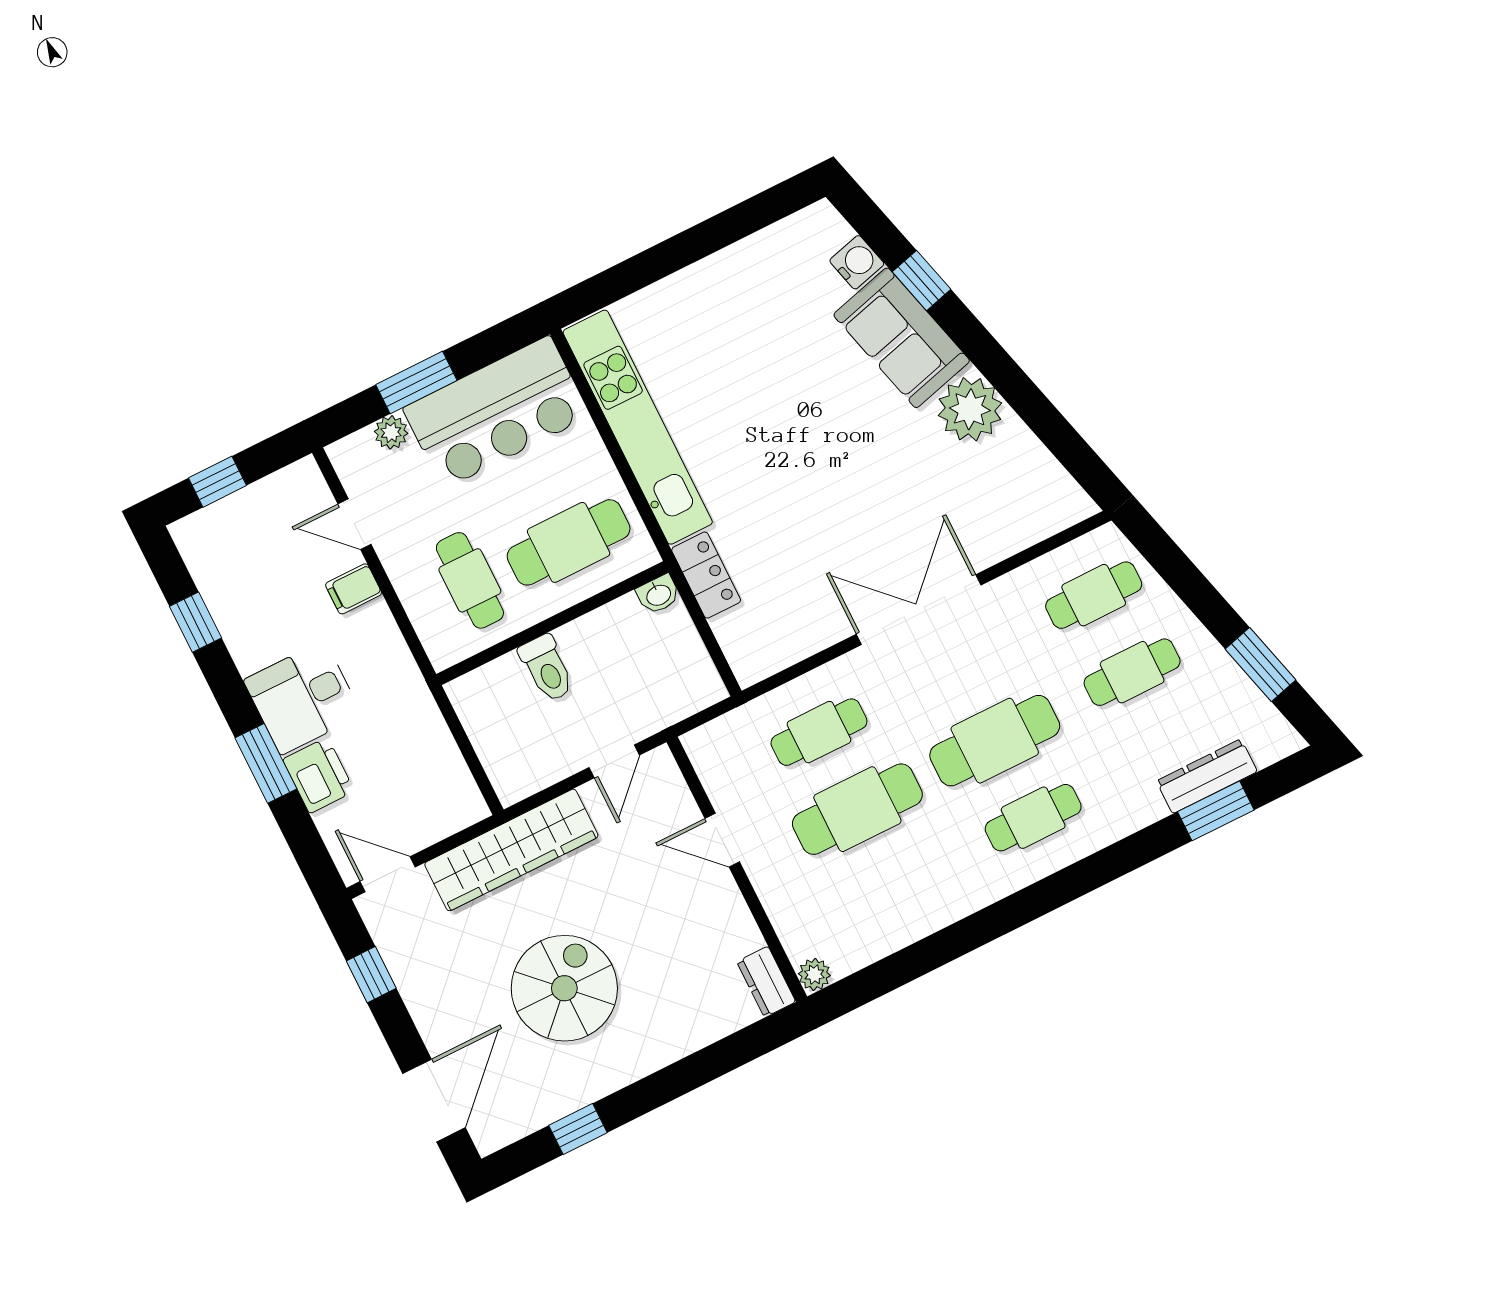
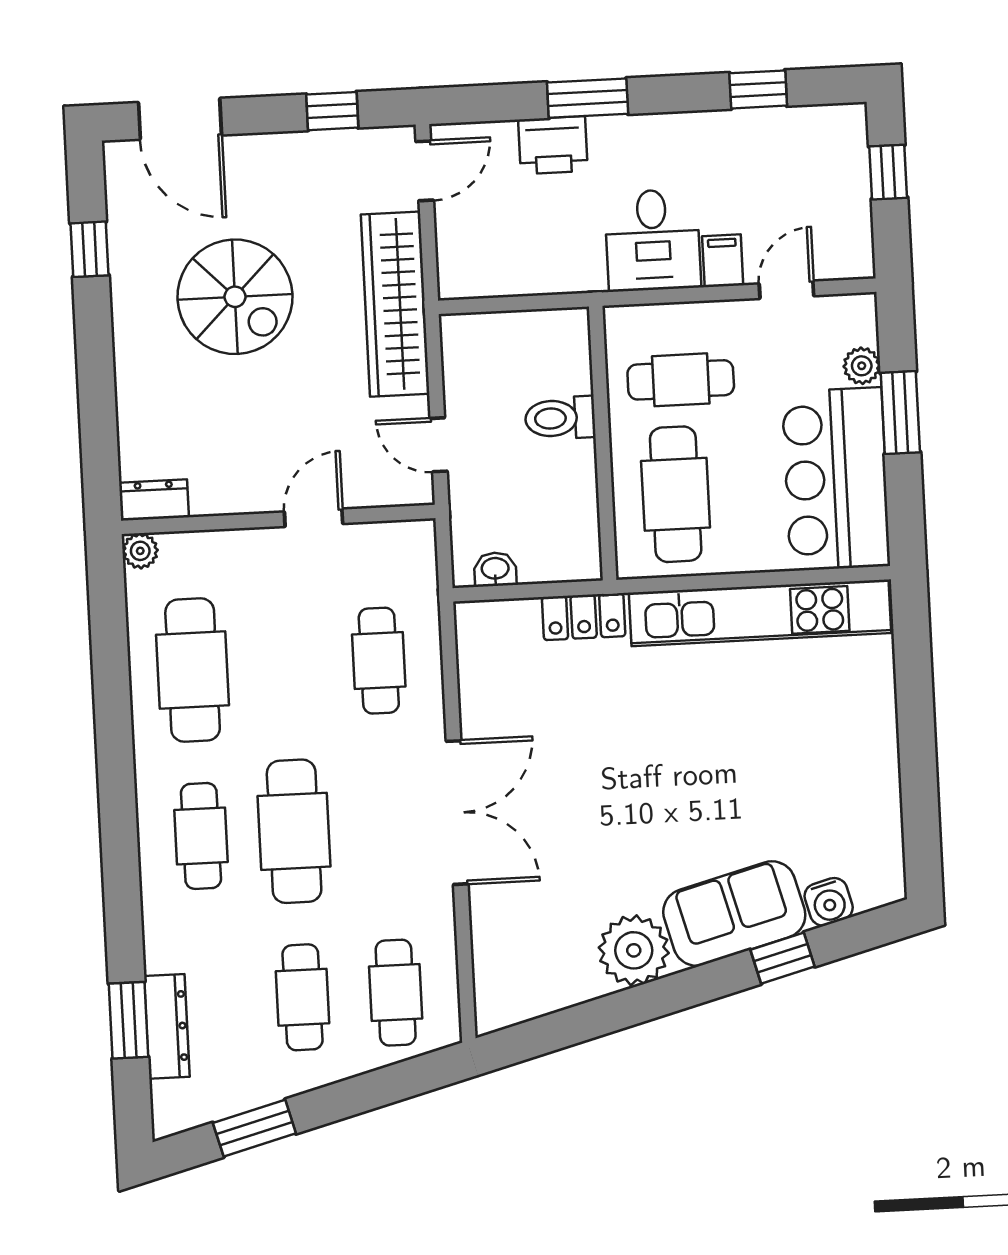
washbasin: (658, 594) -> (495, 569), moved, turned 90
desk: (303, 698) -> (653, 240), moved, turned 180
cafe table: (857, 809) -> (193, 670), moved

